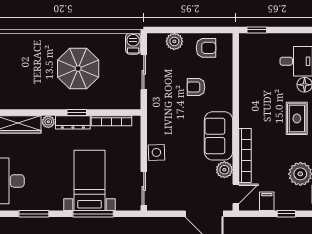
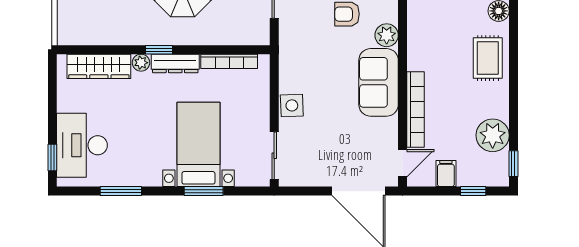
window: (77, 112) -> (159, 50), moved
plant: (224, 170) -> (387, 35), moved
window: (93, 214) -> (204, 191), width x0.69

